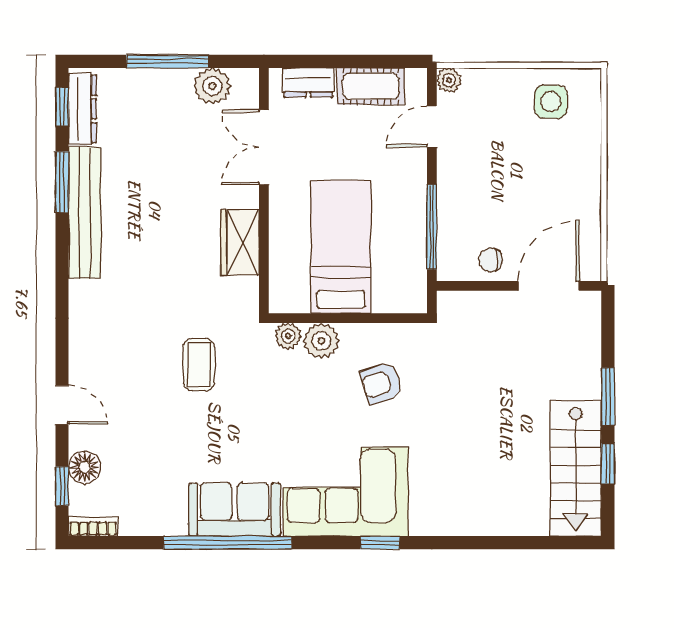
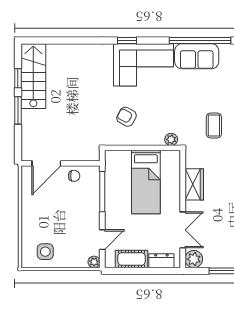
plant: (212, 86) -> (194, 259), moved
plant: (321, 341) -> (155, 137), removed
armchair: (381, 383) -> (126, 117), turned -134

